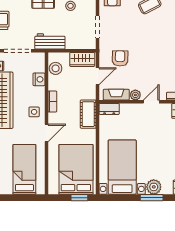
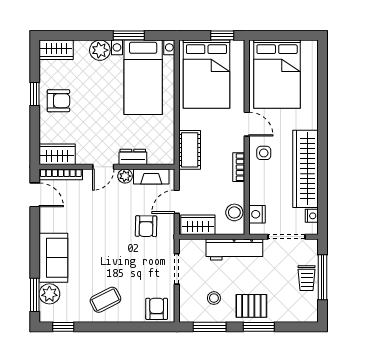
workbench: (50, 41) -> (234, 249), width x1.38
nightstand: (39, 79) -> (257, 214), moved
dresser: (109, 109) -> (133, 157), moved
door: (47, 133) -> (247, 124), swing flipped
bed: (24, 169) -> (277, 74), width x1.50
window: (79, 198) -> (222, 35), moved
window: (152, 198) -> (129, 35), moved

